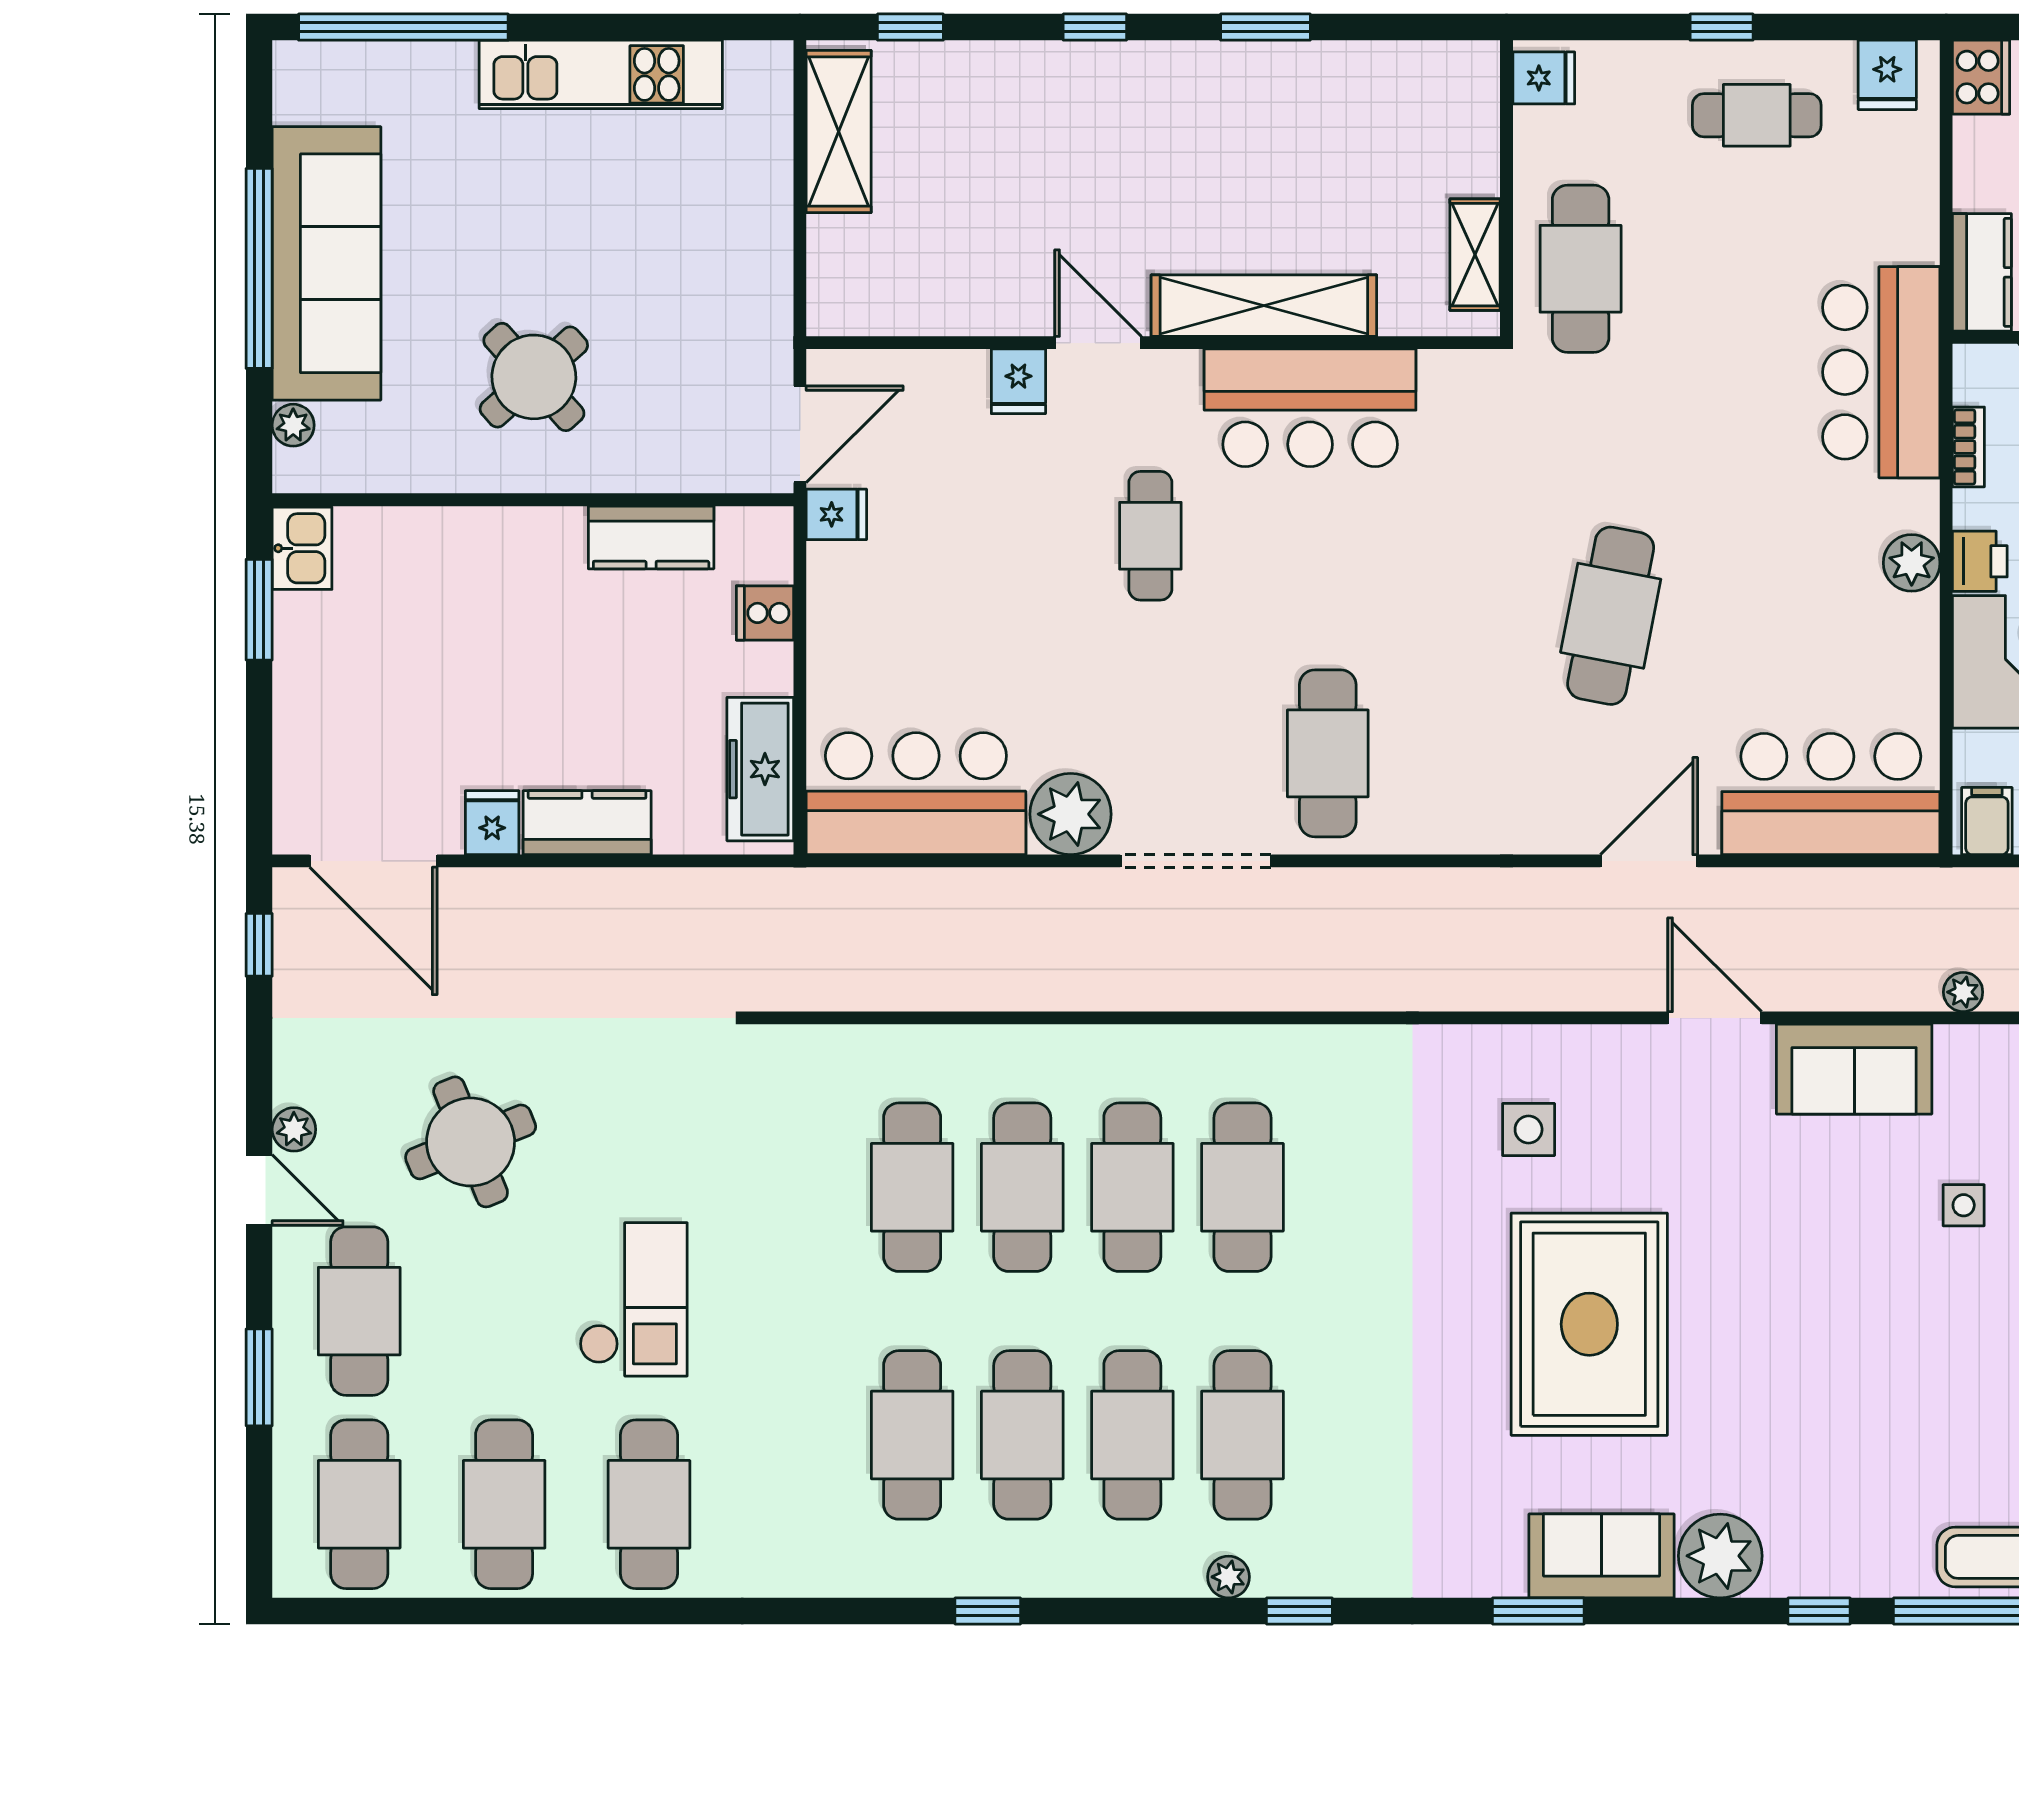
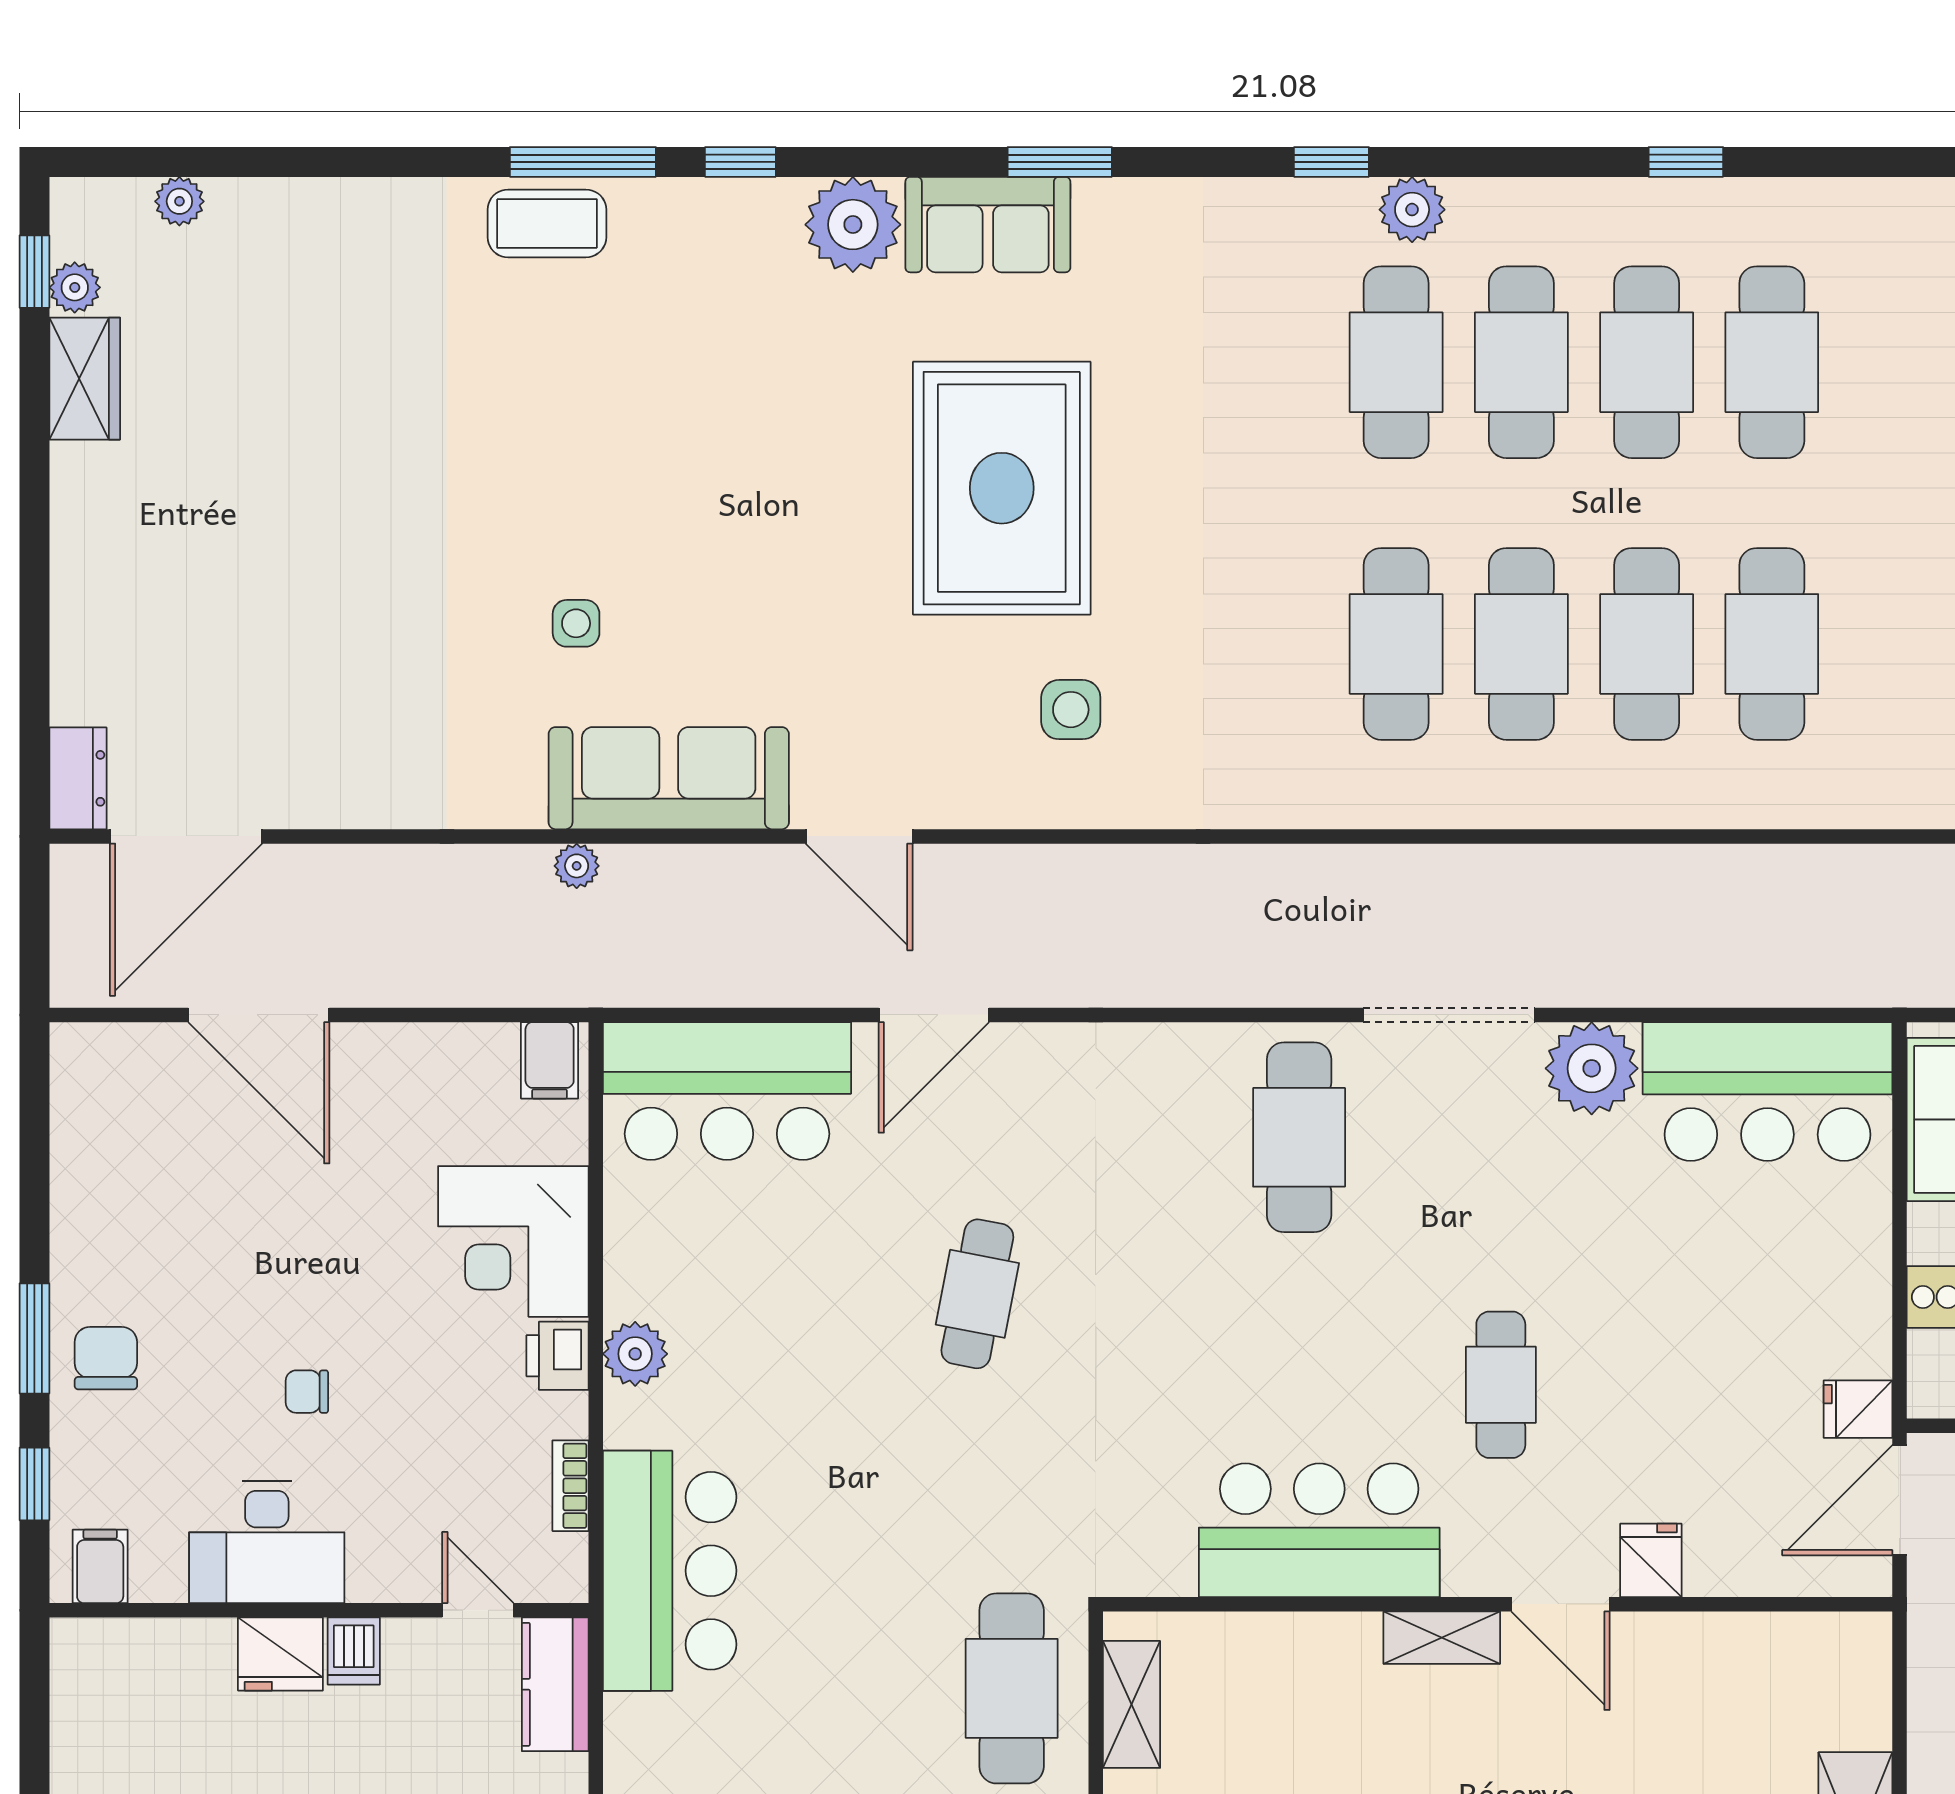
shelving: (1264, 306) -> (1442, 1638), width x0.45, depth x0.75
cafe table: (1611, 616) -> (977, 1294), width x0.73, depth x0.74
sofa: (1854, 1069) -> (669, 778), width x1.36
plant: (1228, 1577) -> (1412, 210), width x1.38, depth x1.38

